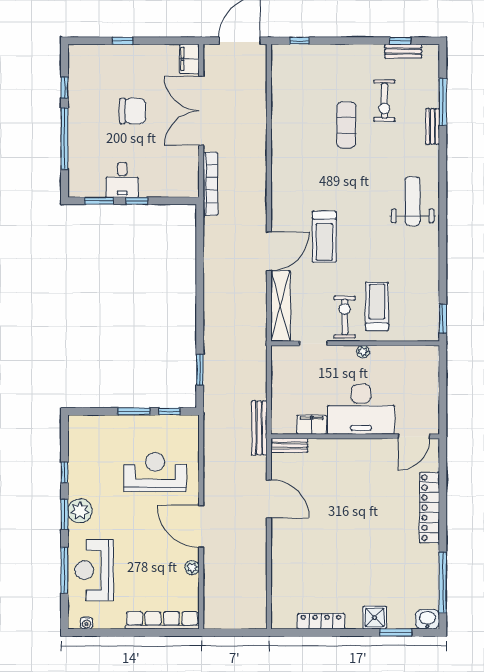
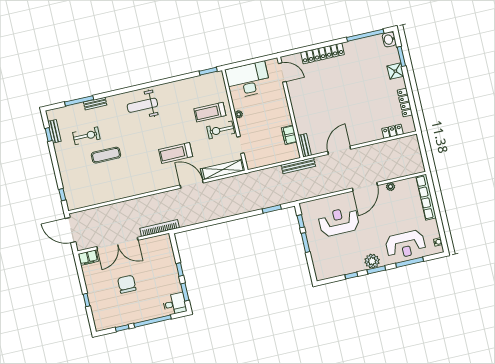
desk: (122, 180) -> (175, 304), moved
treadmill: (324, 237) -> (176, 153), turned 180
desk: (361, 409) -> (248, 80), moved, turned -90
reception desk: (155, 472) -> (339, 222), turned 90
locker: (280, 591) -> (393, 131), added

